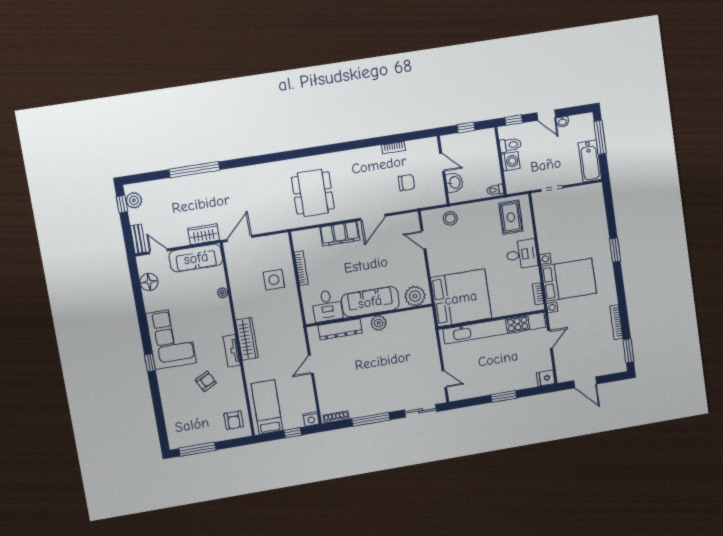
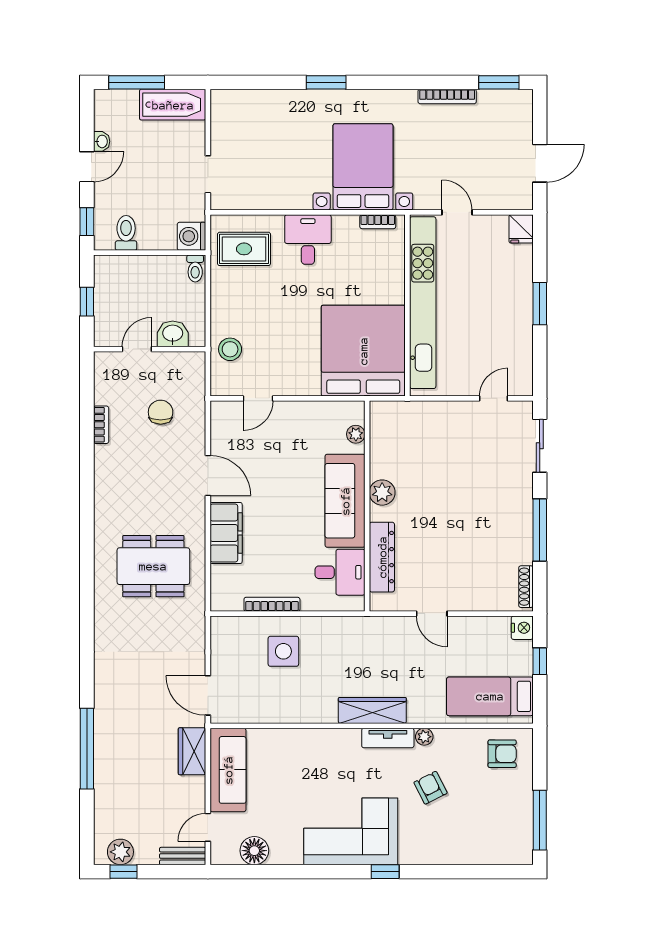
washing machine: (511, 161) -> (192, 236), moved, turned -90
plant: (223, 293) -> (424, 737), moved
plant: (415, 296) -> (356, 434), width x0.53, depth x0.53

